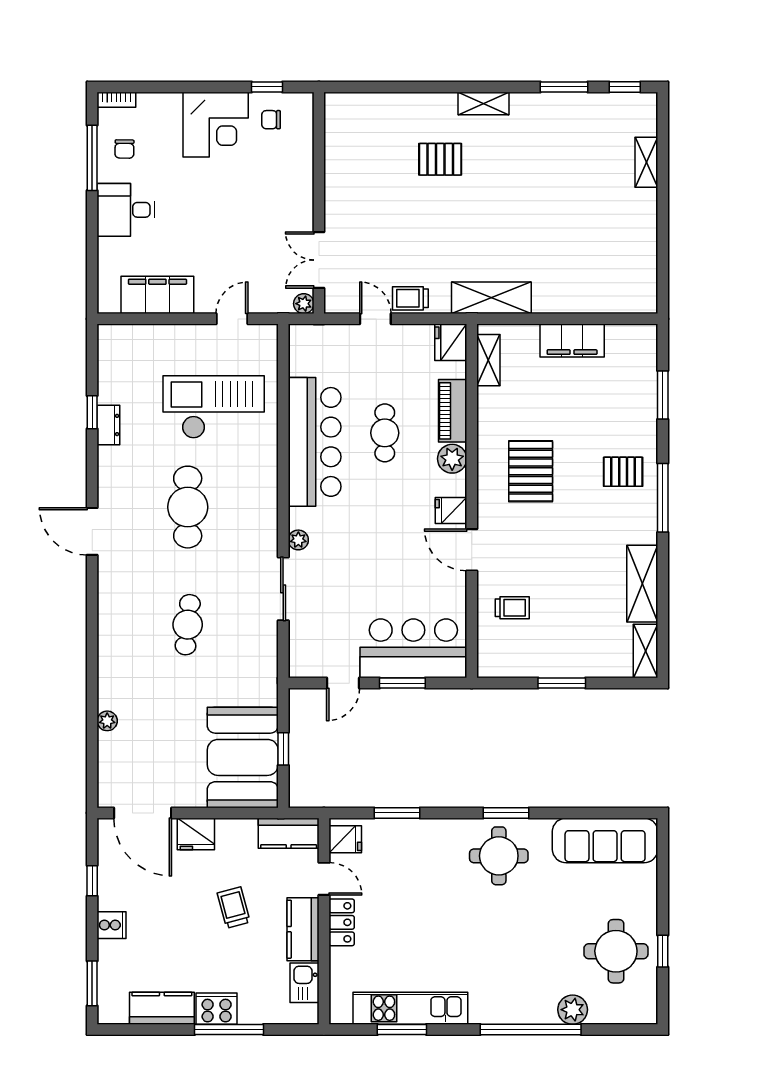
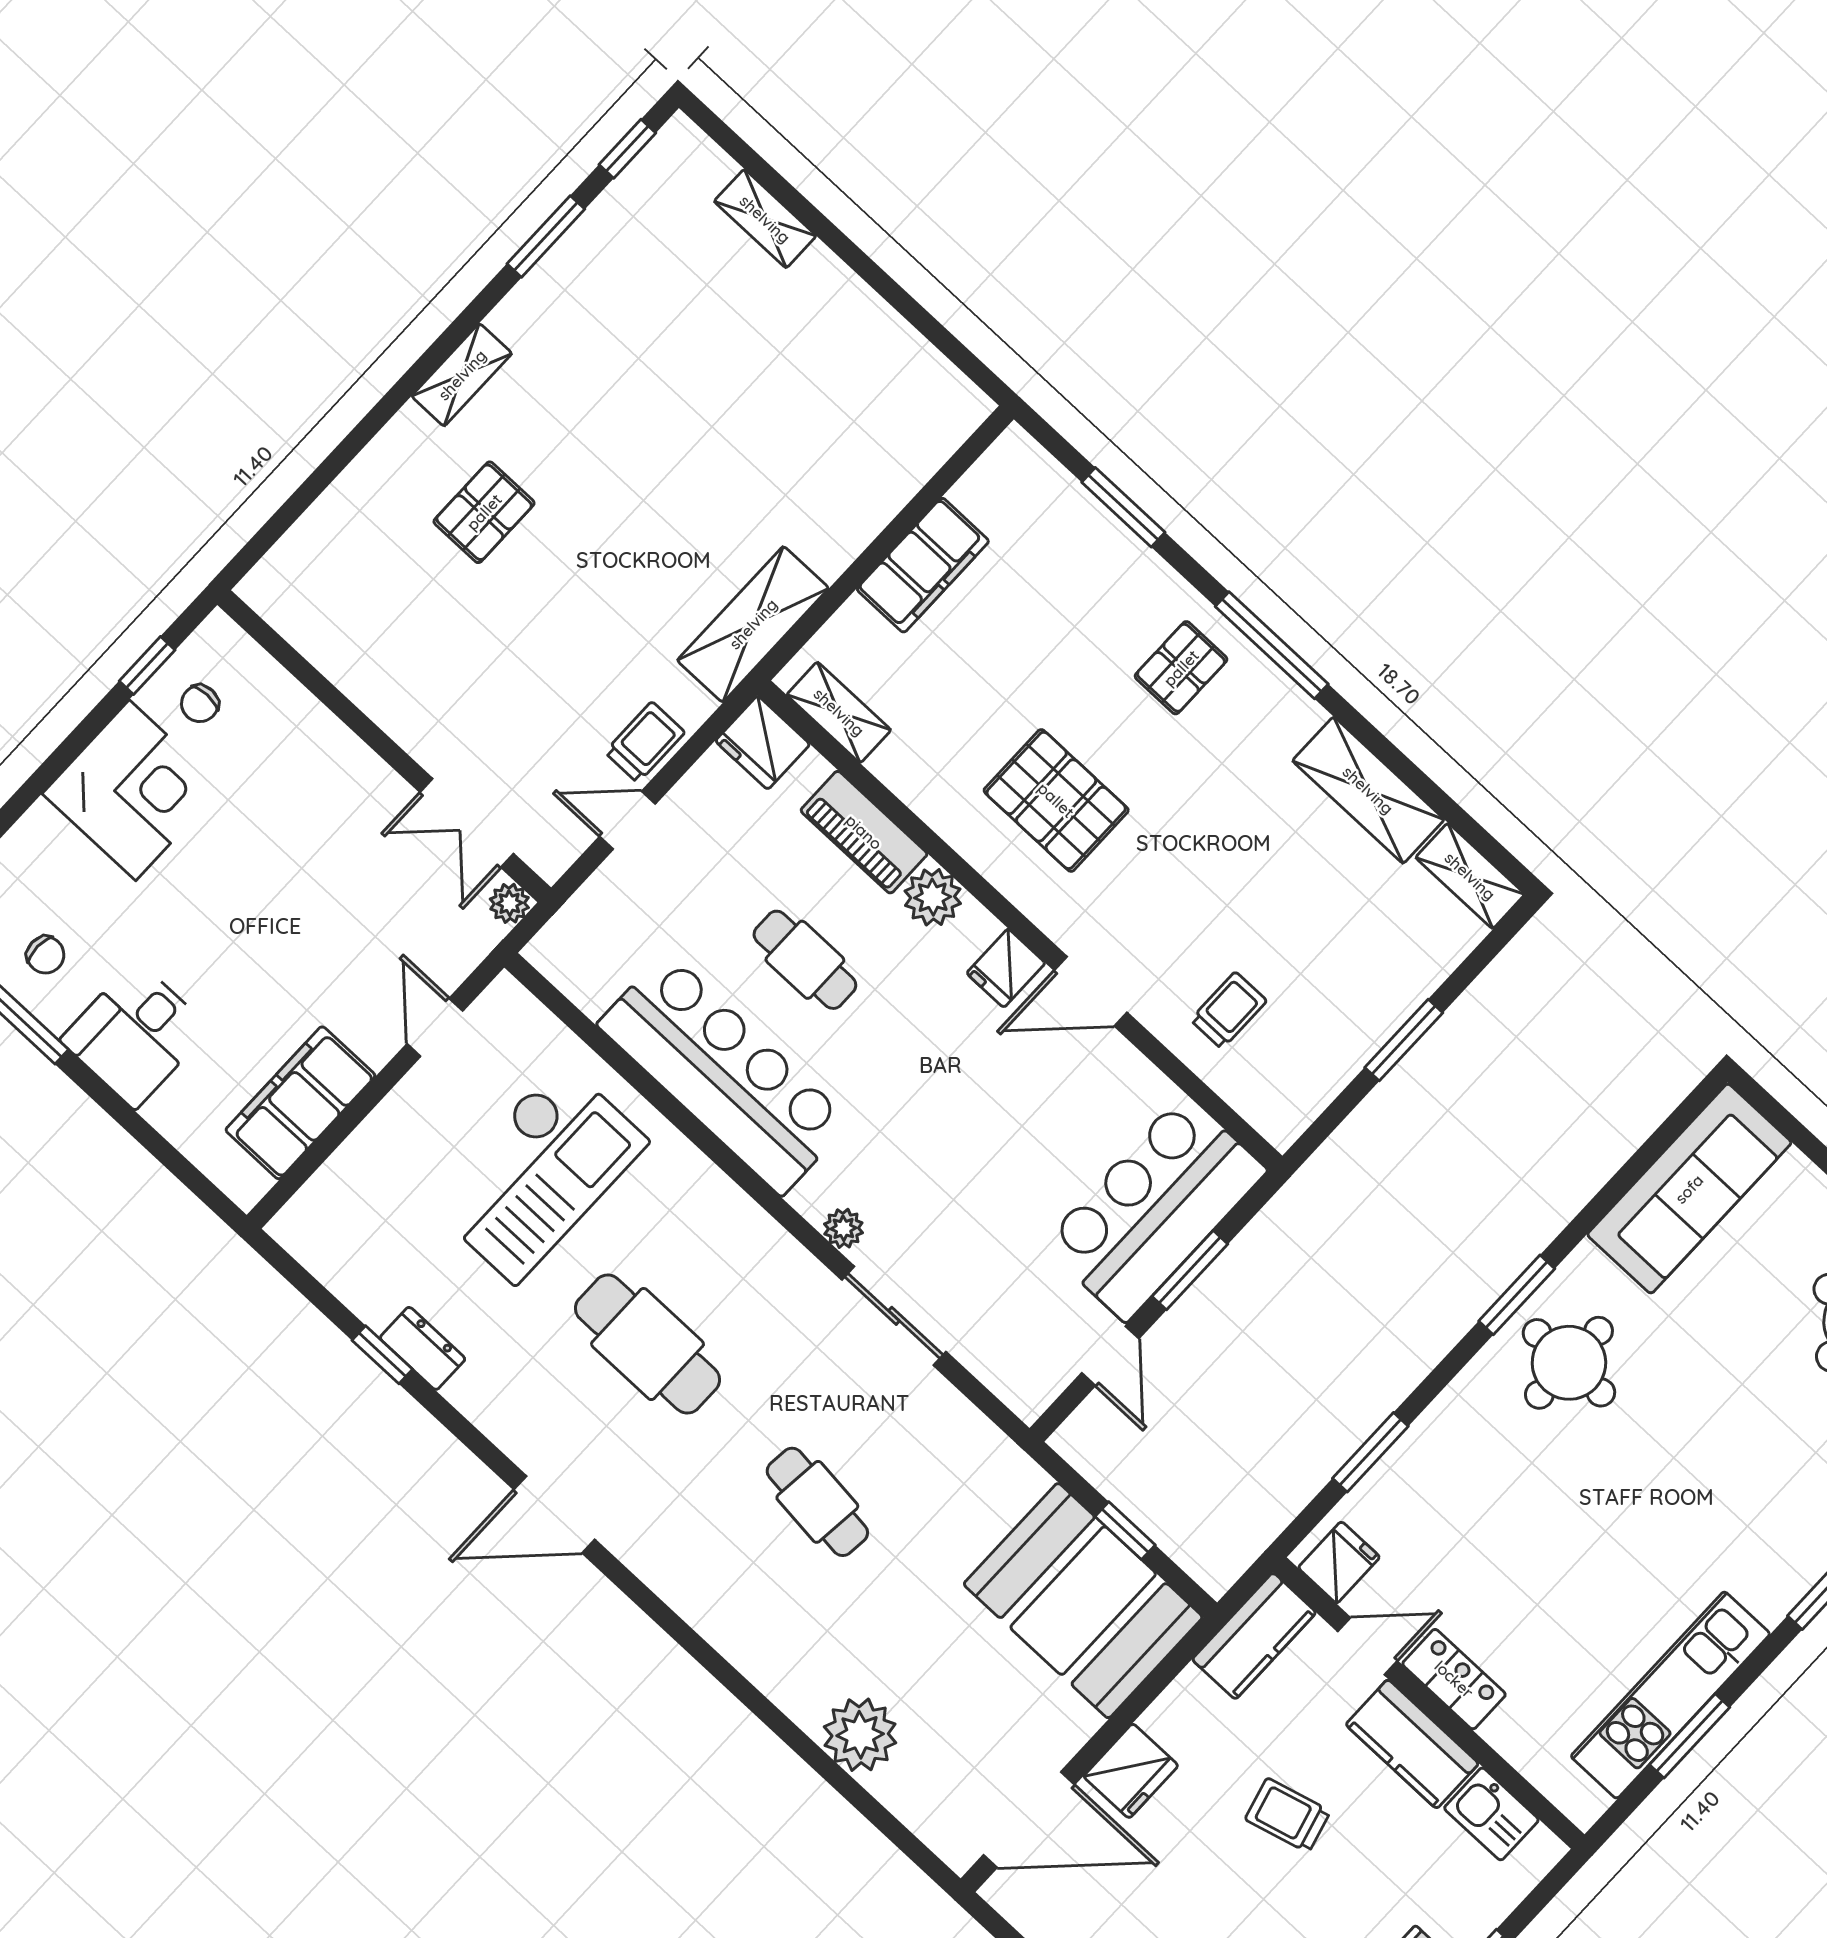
trolley: (410, 298) -> (645, 742), turned 180
checkout: (214, 407) -> (538, 1172), turned 180
plant: (107, 721) -> (860, 1735), width x1.88, depth x1.88

